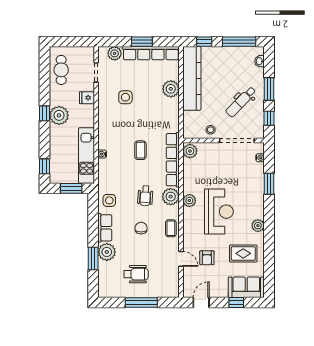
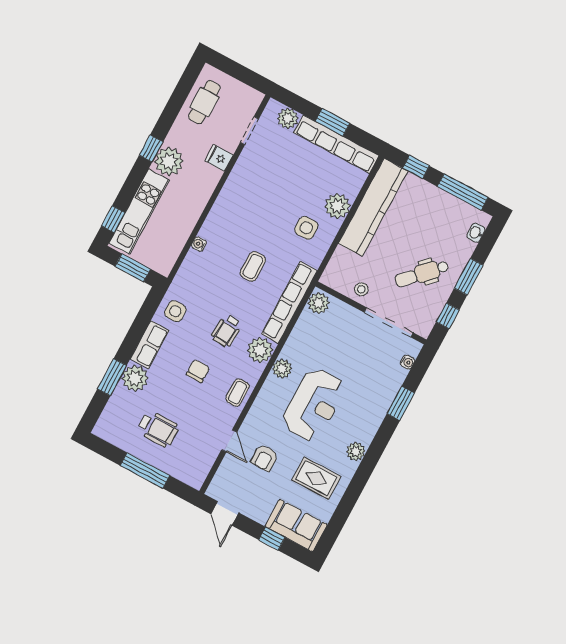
side table: (125, 97) -> (306, 228), moved
kitchen unit: (86, 155) -> (139, 212), moved, turned 180
door: (201, 302) -> (225, 513), swing flipped

